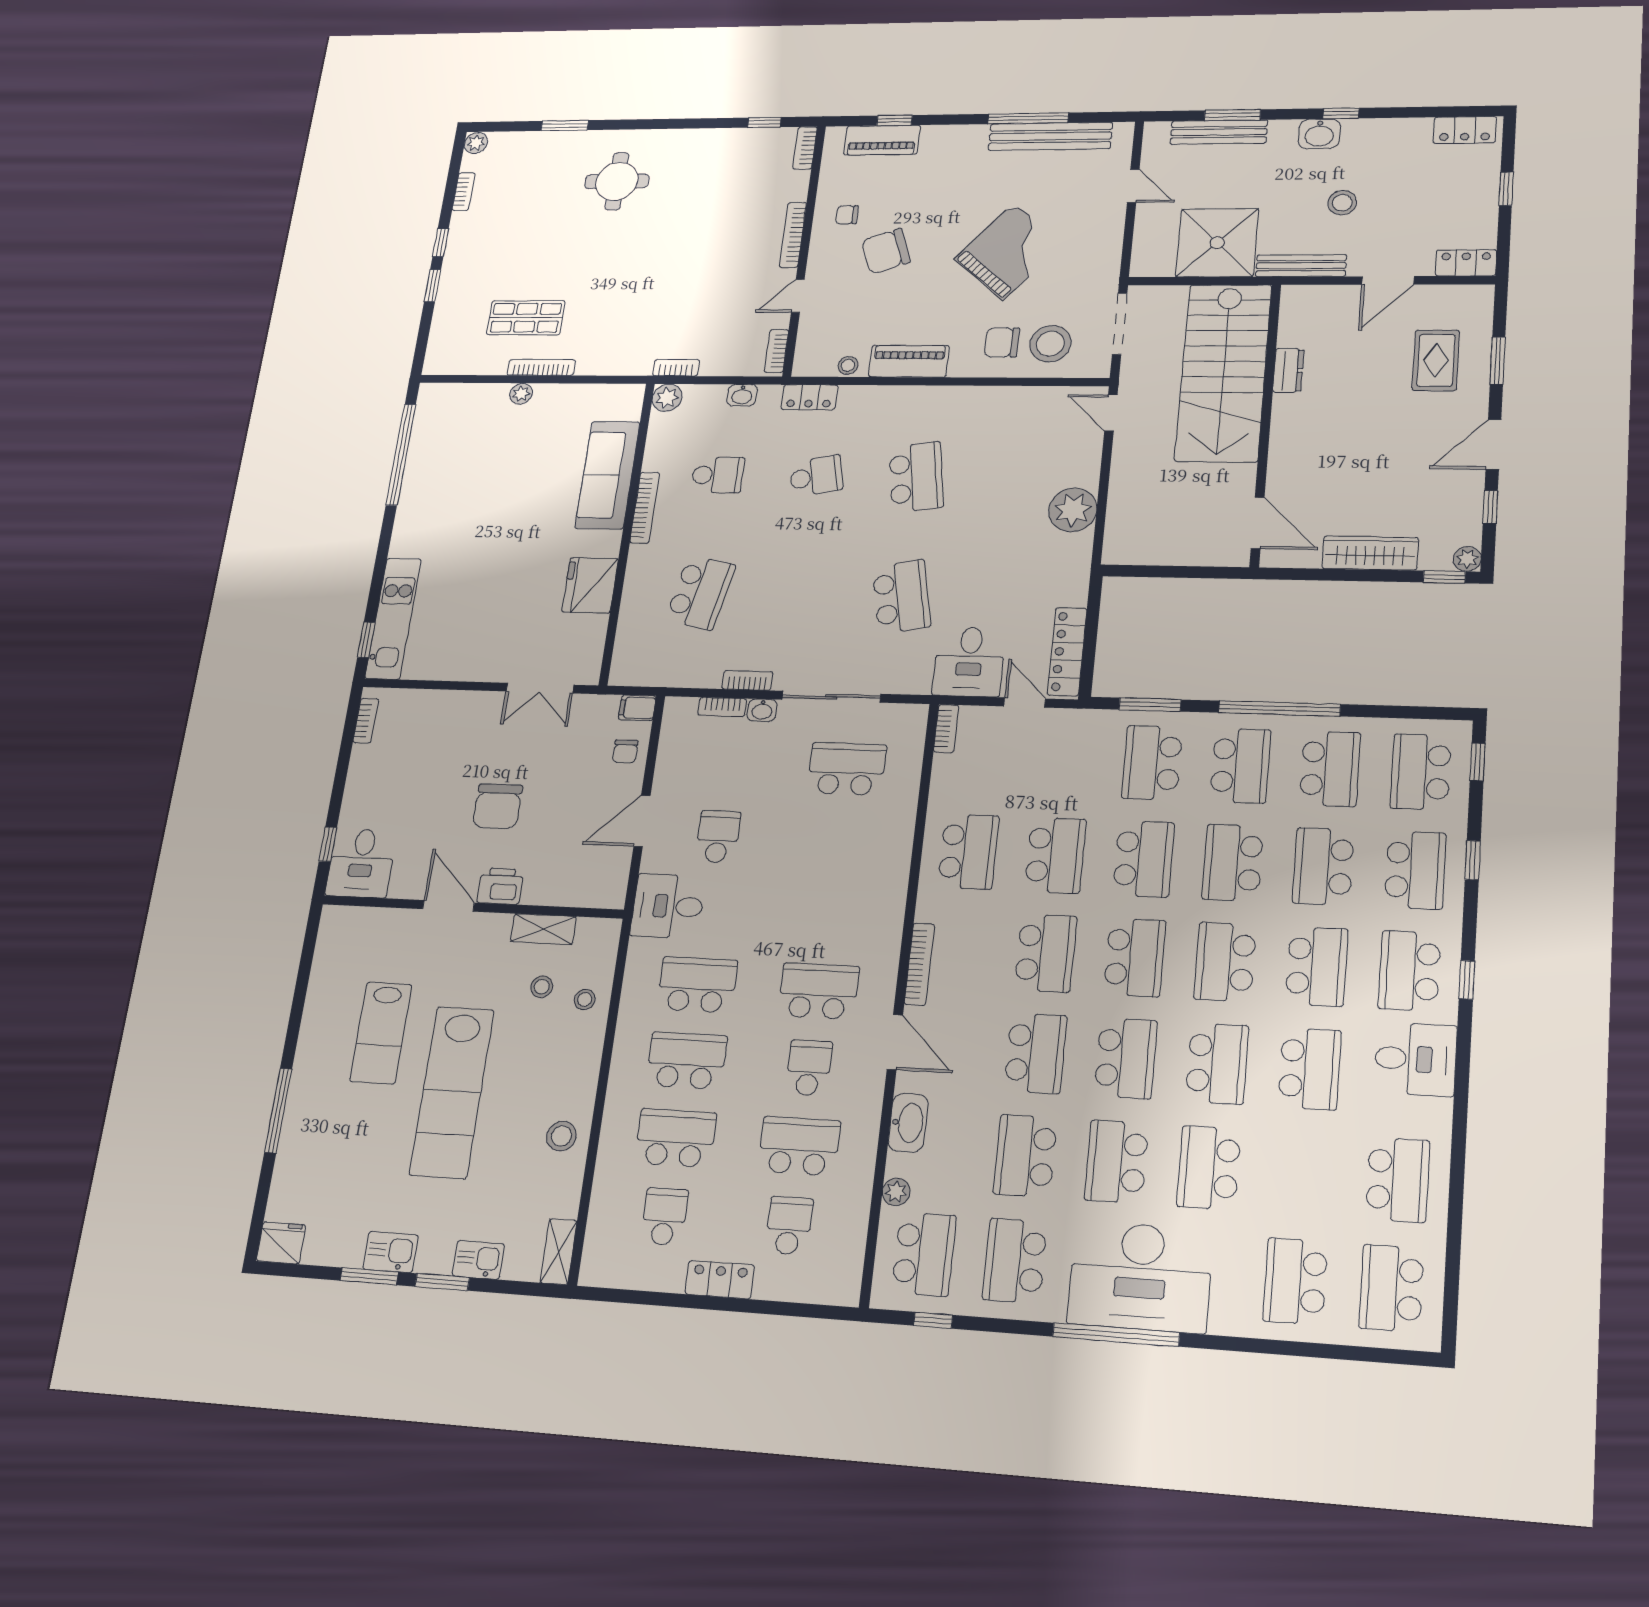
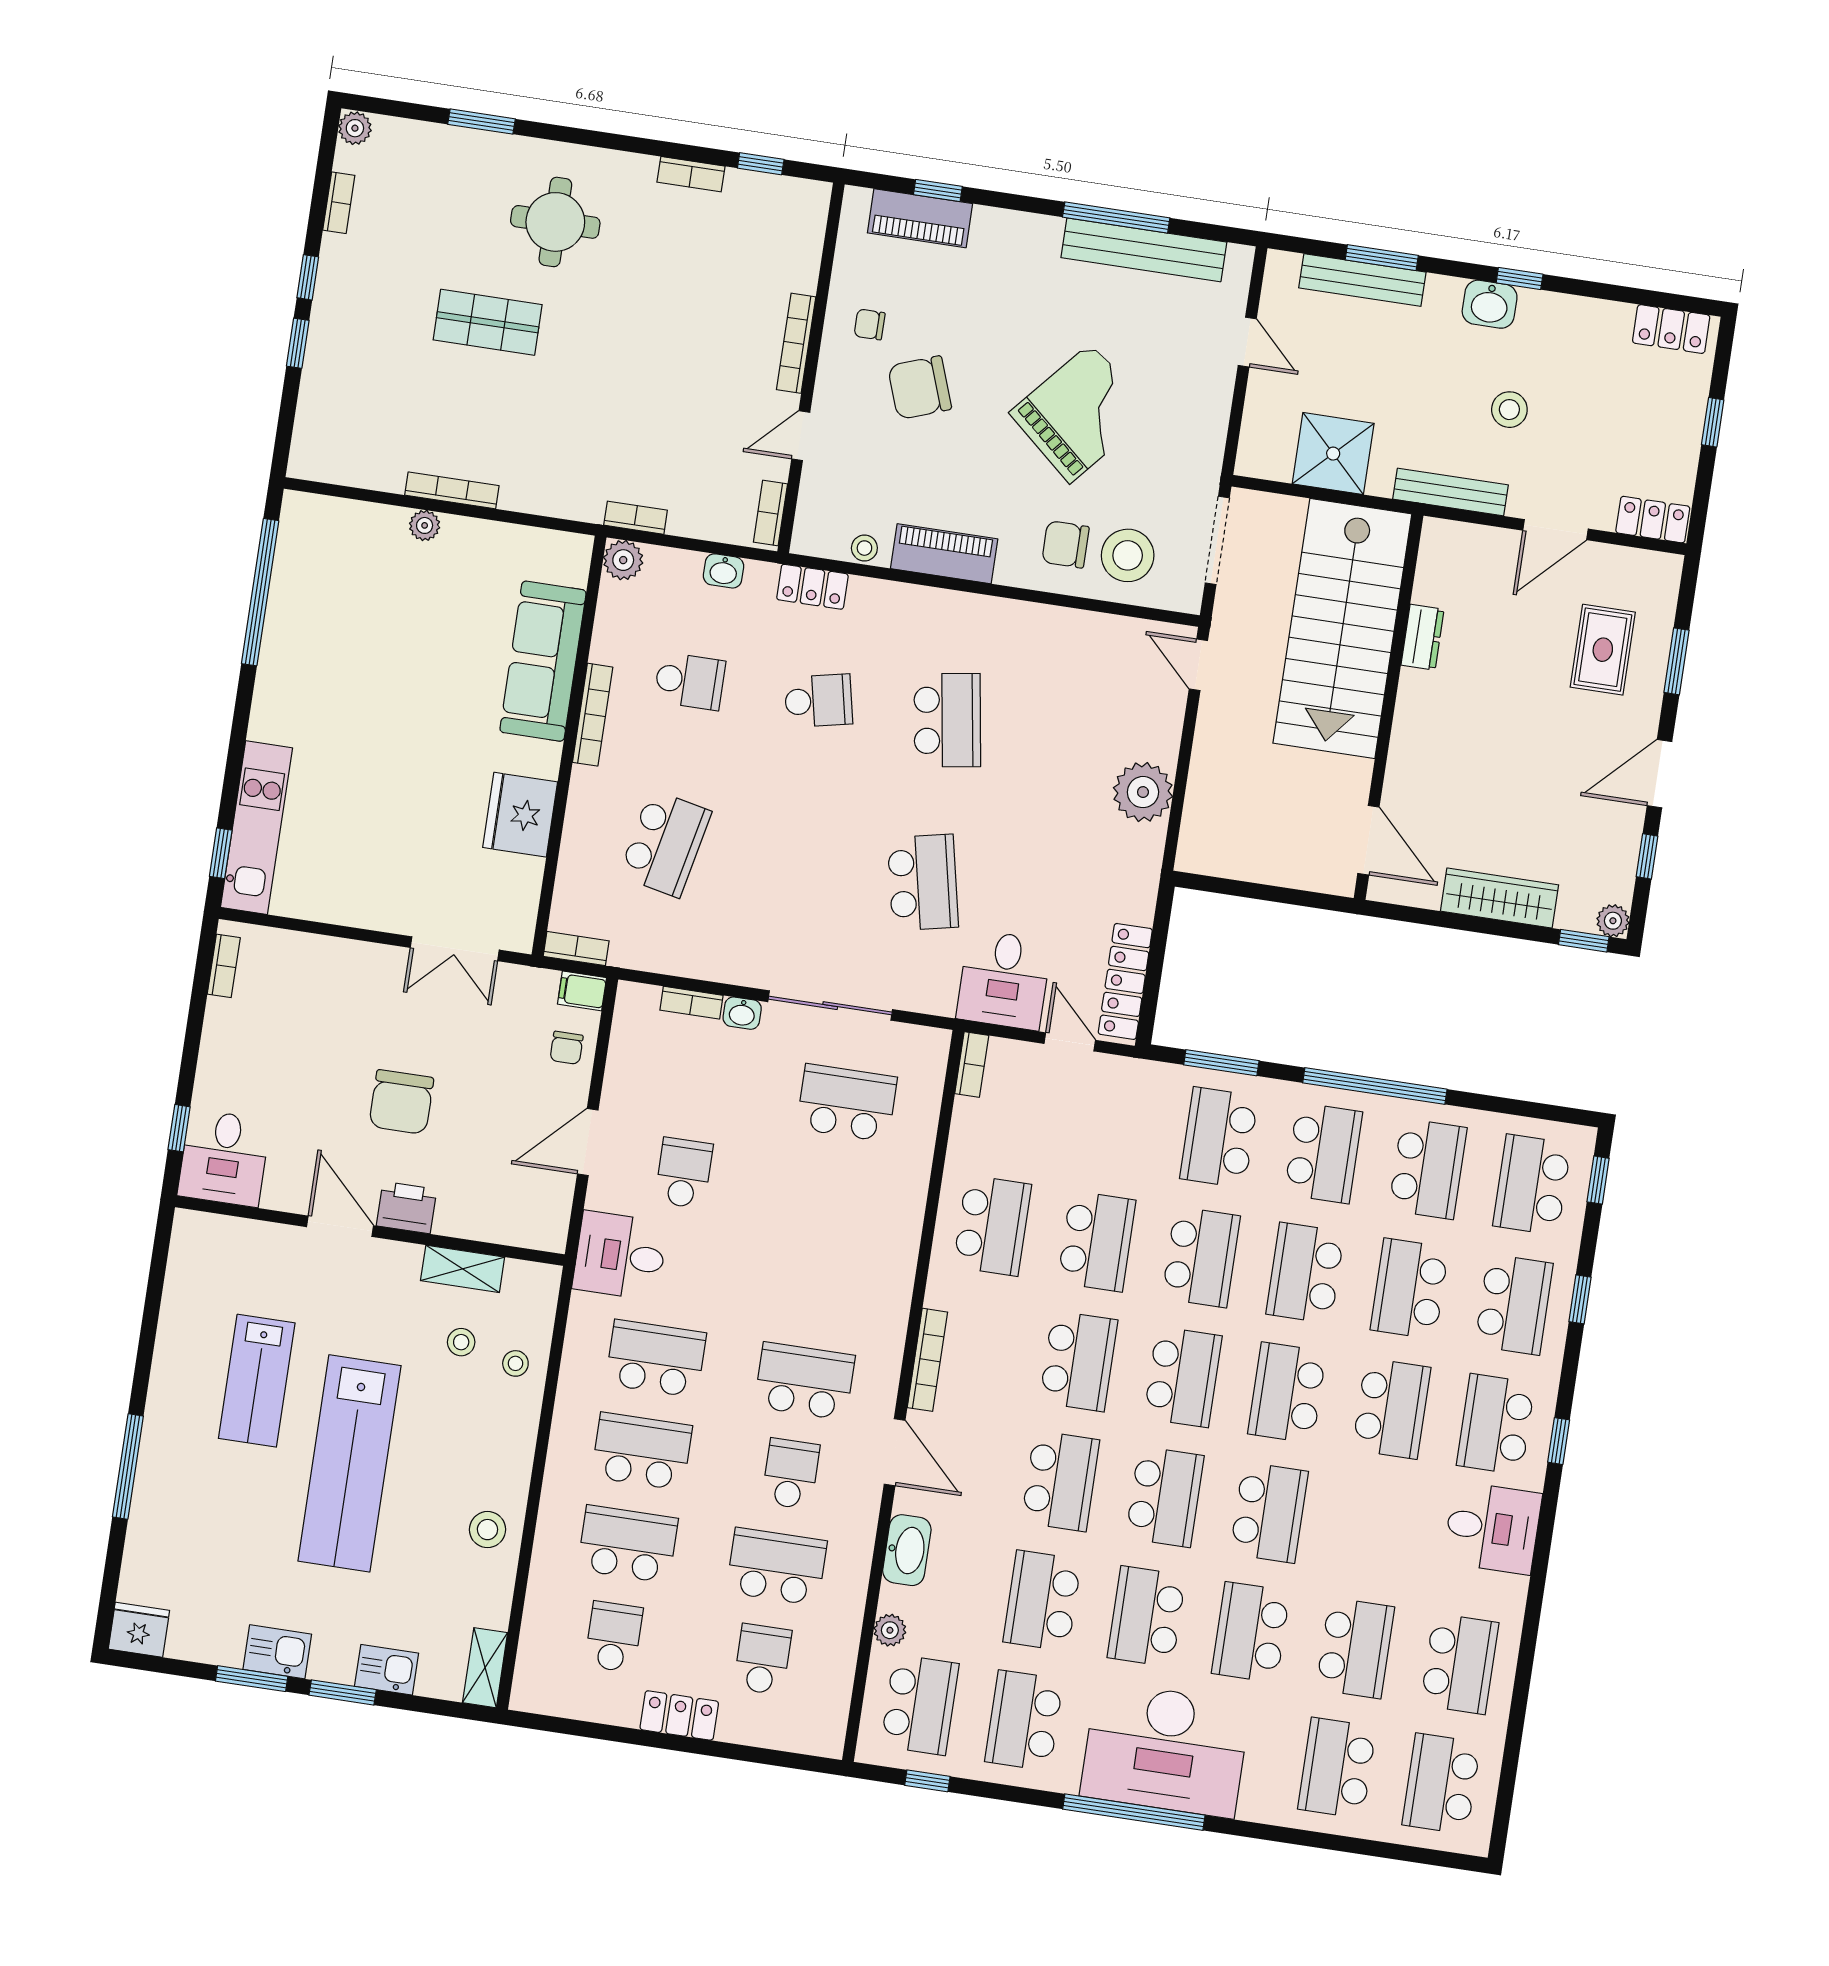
bookcase: (805, 148) -> (691, 174), moved, turned -90
shower: (1217, 243) -> (1333, 454), width x0.73, depth x0.73
shop shelf: (526, 318) -> (488, 322), moved
bookcase: (747, 680) -> (576, 949), moved
school desk: (1310, 1069) -> (1355, 1648), moved

